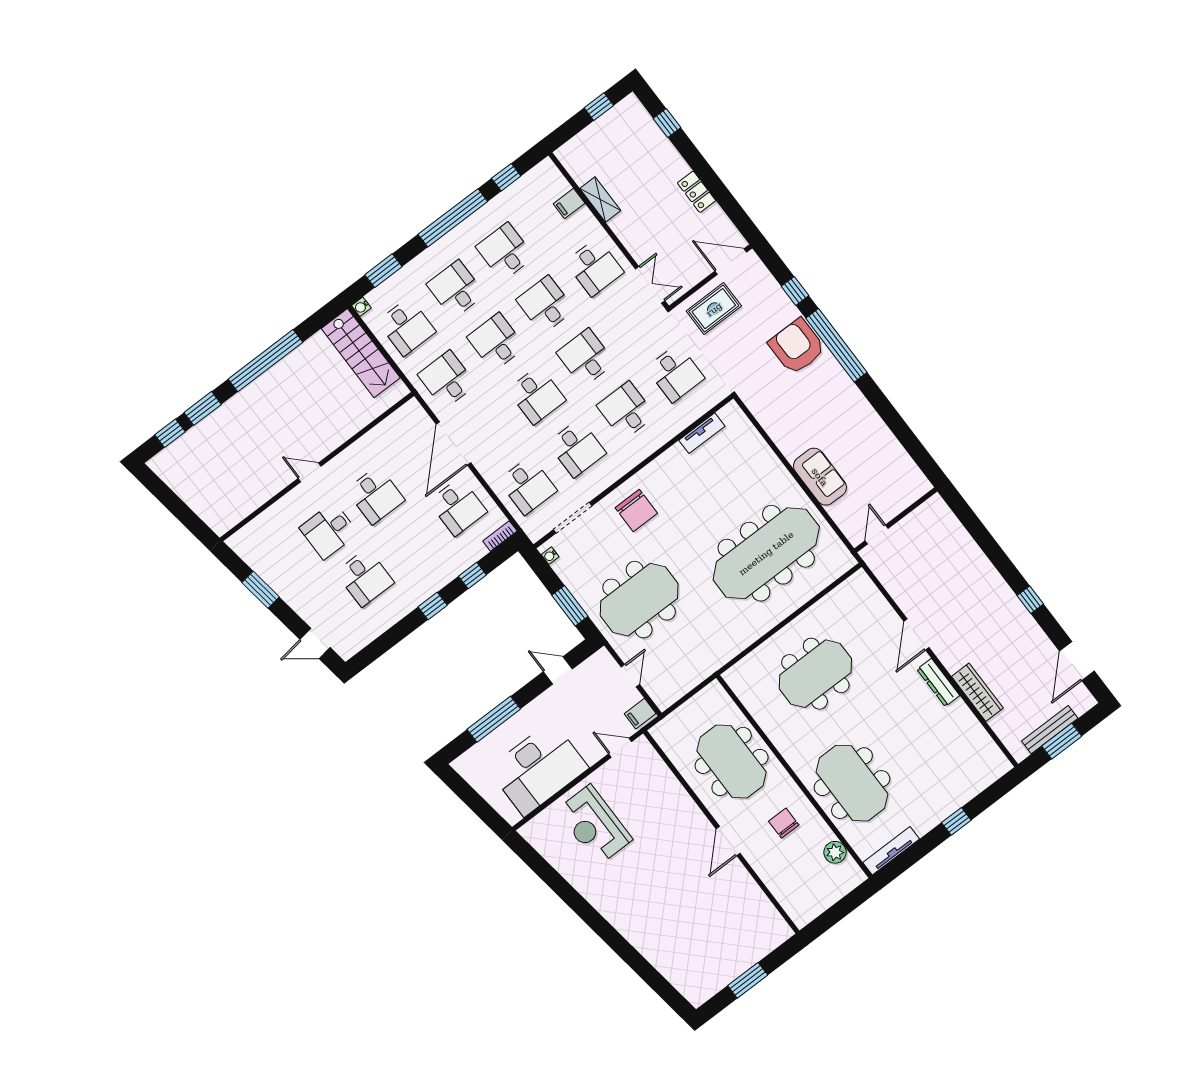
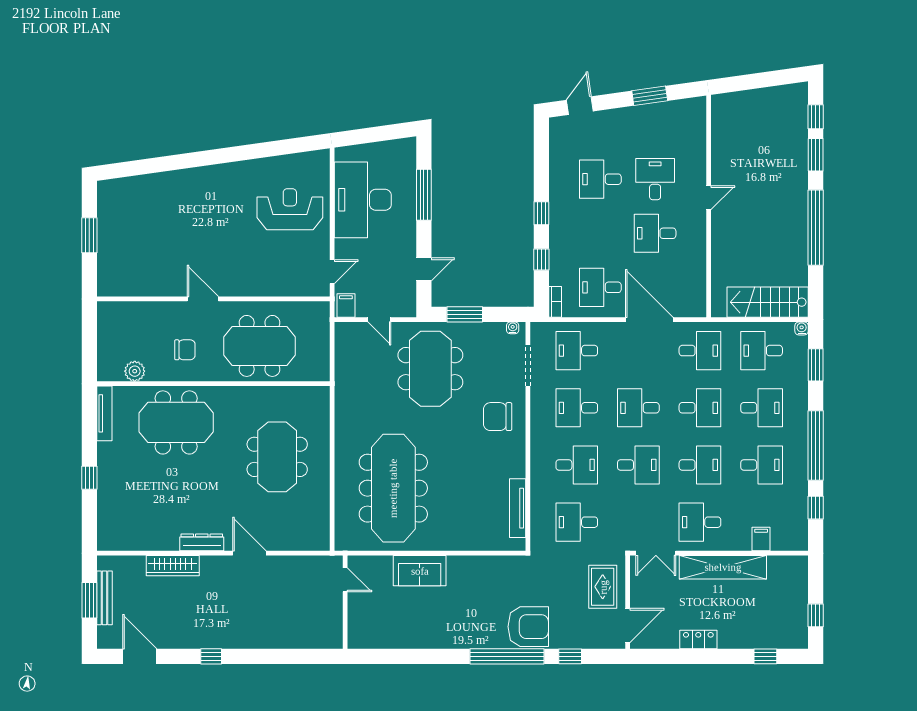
shelving: (600, 199) -> (723, 567), width x2.20, depth x1.33
tv unit: (702, 433) -> (518, 508), width x1.41

